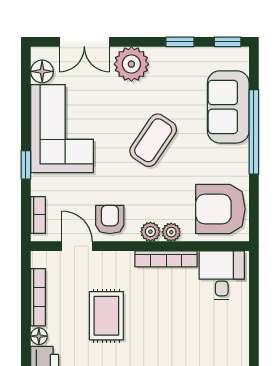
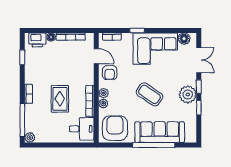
double door: (84, 42) -> (199, 60), swing flipped
window: (228, 42) -> (199, 86), moved
plant: (131, 64) -> (188, 94), moved
sofa: (228, 107) -> (160, 132), width x1.36
armchair: (110, 220) -> (110, 73), turned 90
door: (77, 246) -> (96, 56), hinge flipped
rug: (106, 316) -> (60, 99), moved, turned 90

